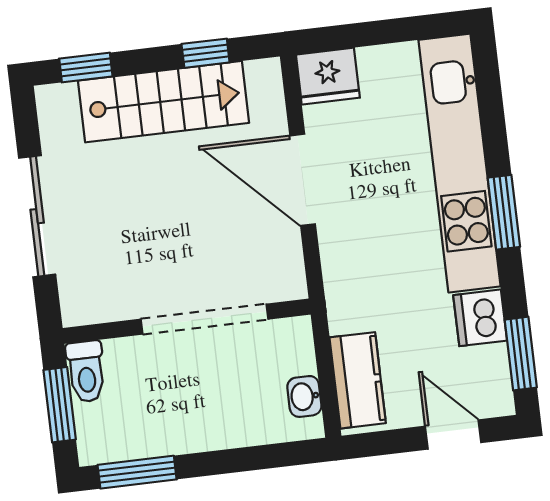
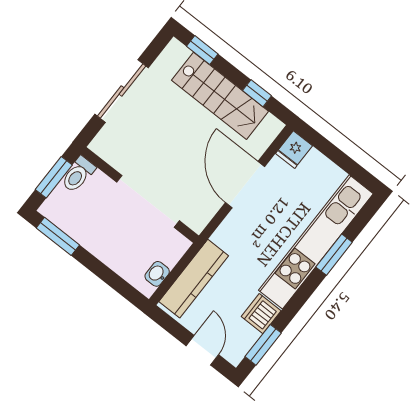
fridge: (328, 76) -> (294, 150), width x0.72
window: (504, 212) -> (334, 255), moved
kitchen counter: (358, 380) -> (194, 279), width x1.50

